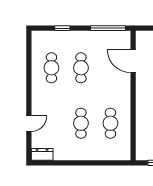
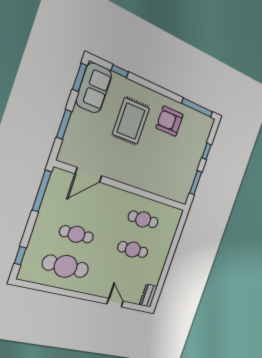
window: (62, 28) -> (20, 256), moved
cafe table: (51, 68) -> (66, 266), width x1.37, depth x1.35

